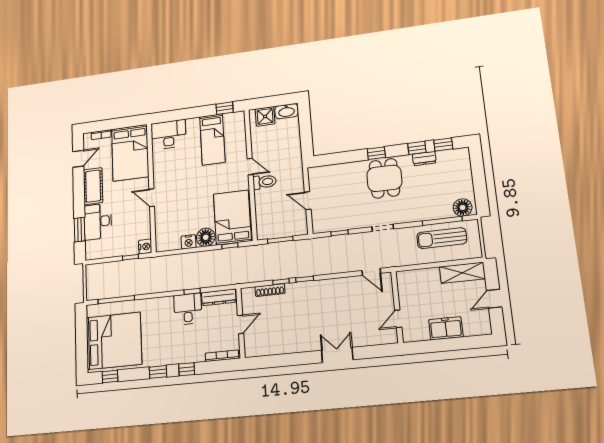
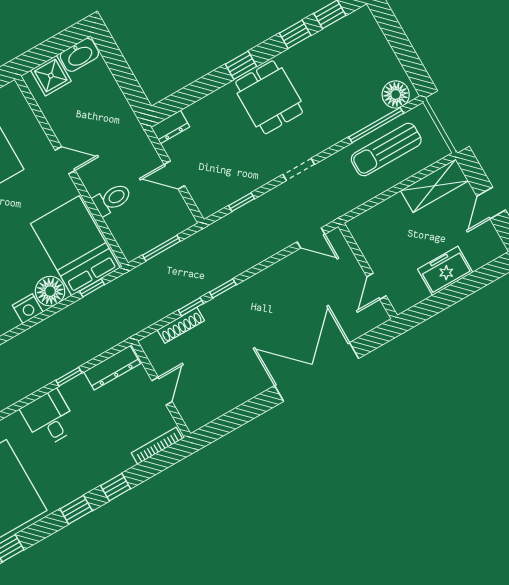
dresser: (424, 159) -> (170, 127), moved
toilet: (264, 182) -> (112, 199), moved
desk: (188, 309) -> (49, 418), moved
double door: (337, 355) -> (317, 372), width x1.87

